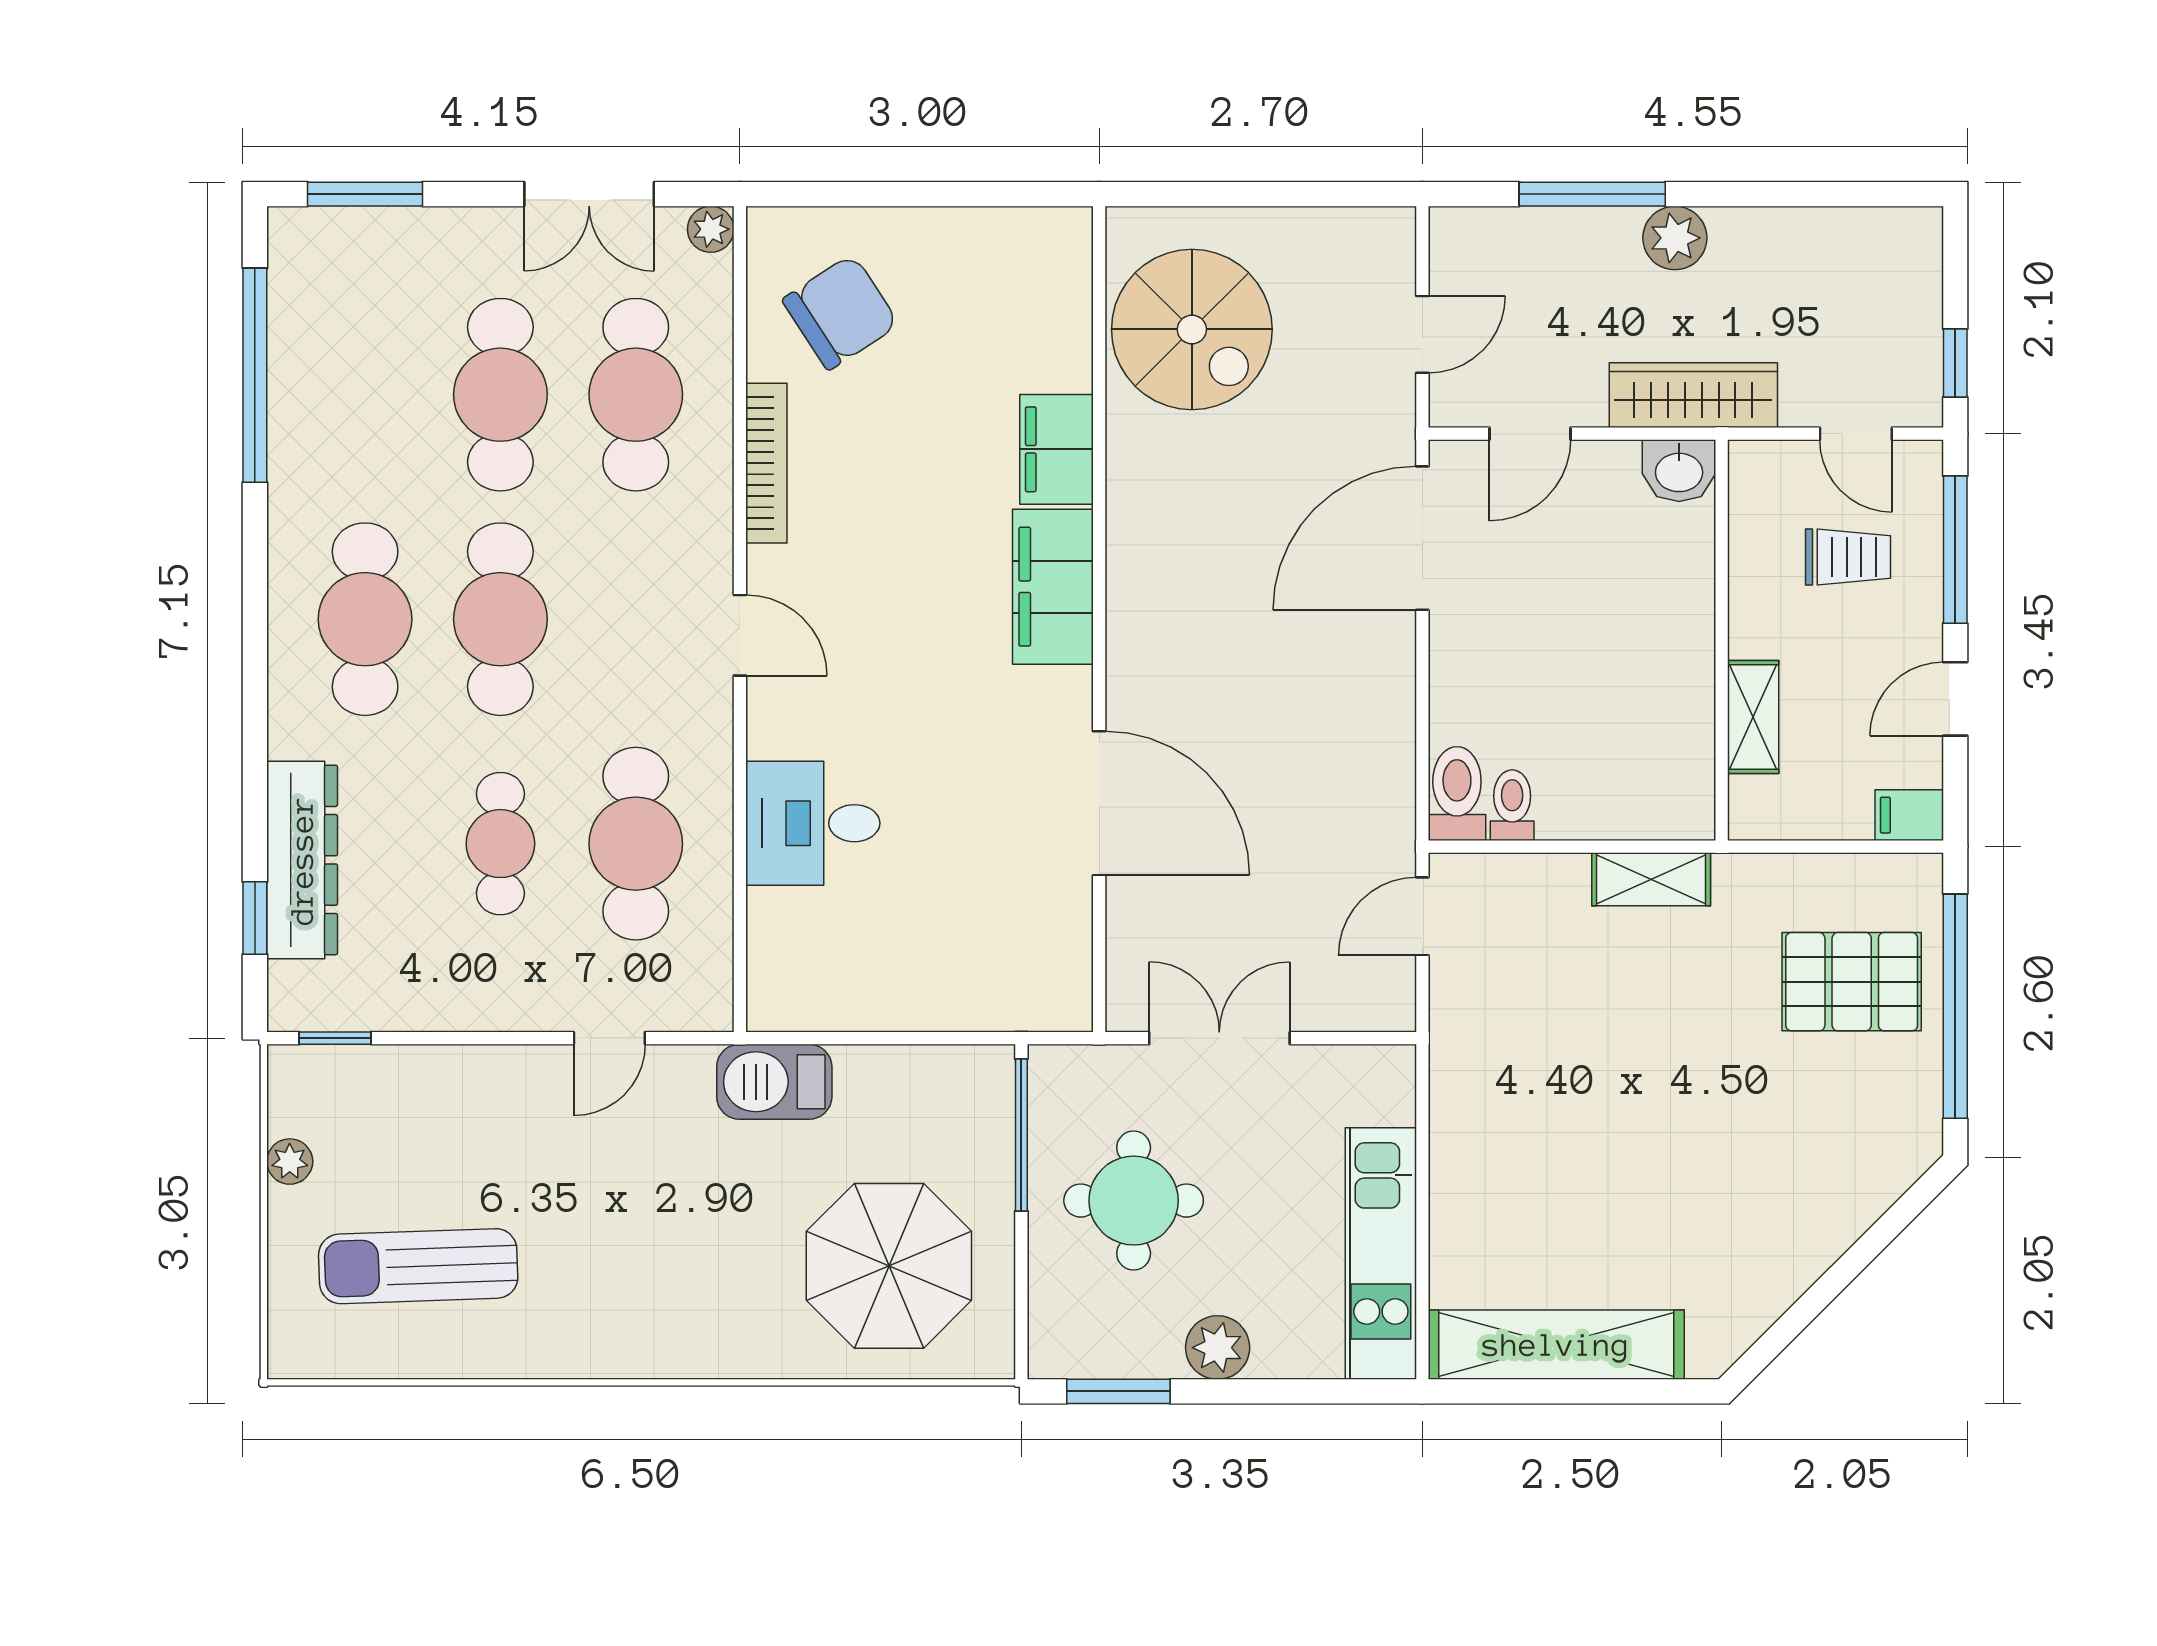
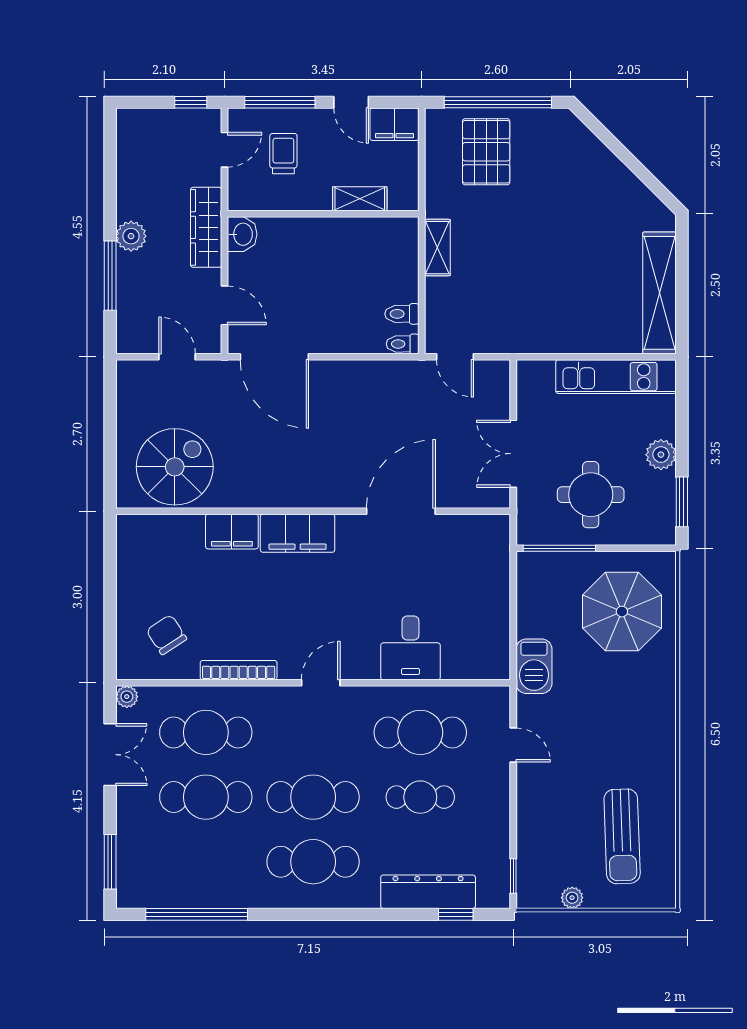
chair: (841, 312) -> (166, 635), width x0.73, depth x0.73
toilet: (1457, 794) -> (403, 344), width x0.73, depth x0.72
filing cabinet: (1909, 815) -> (394, 124), width x2.00

